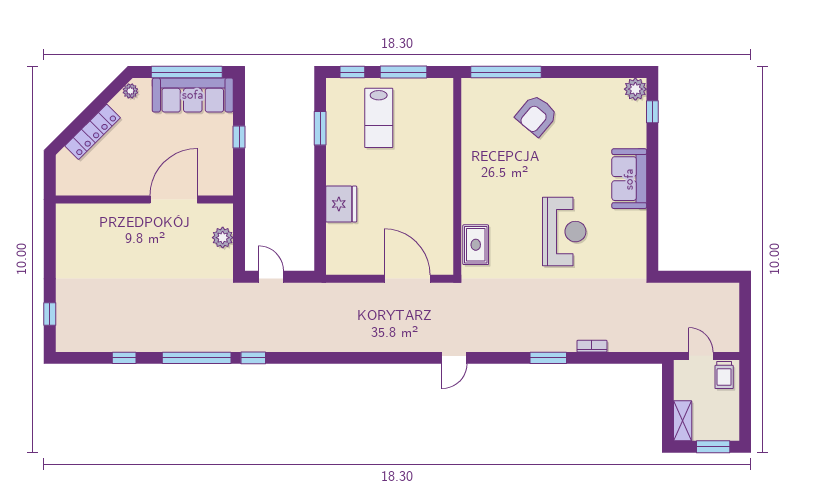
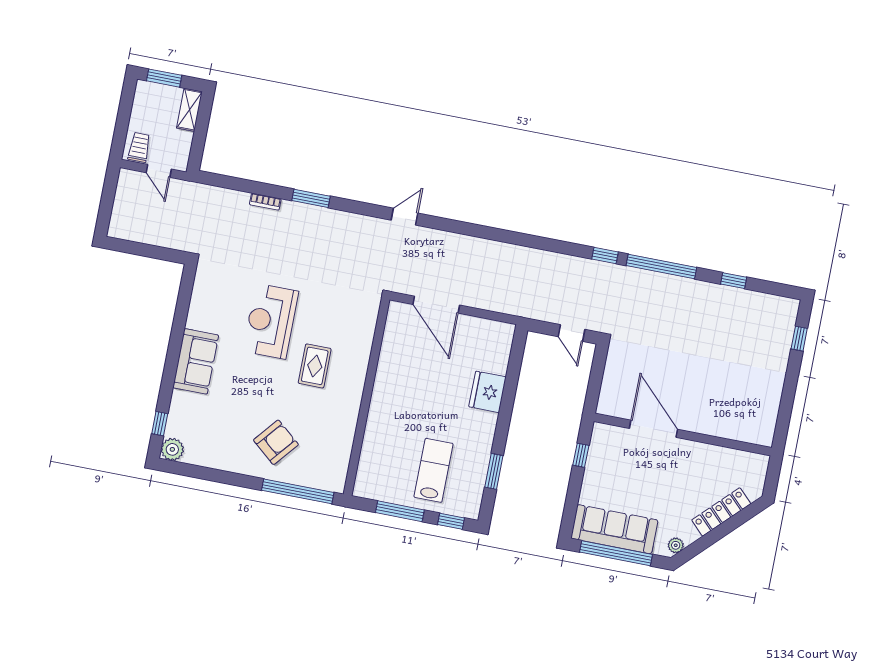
window: (239, 137) -> (581, 455), moved
door: (174, 200) -> (654, 429), swing flipped
plant: (223, 238) -> (612, 381), removed
rug: (476, 245) -> (315, 366), moved

